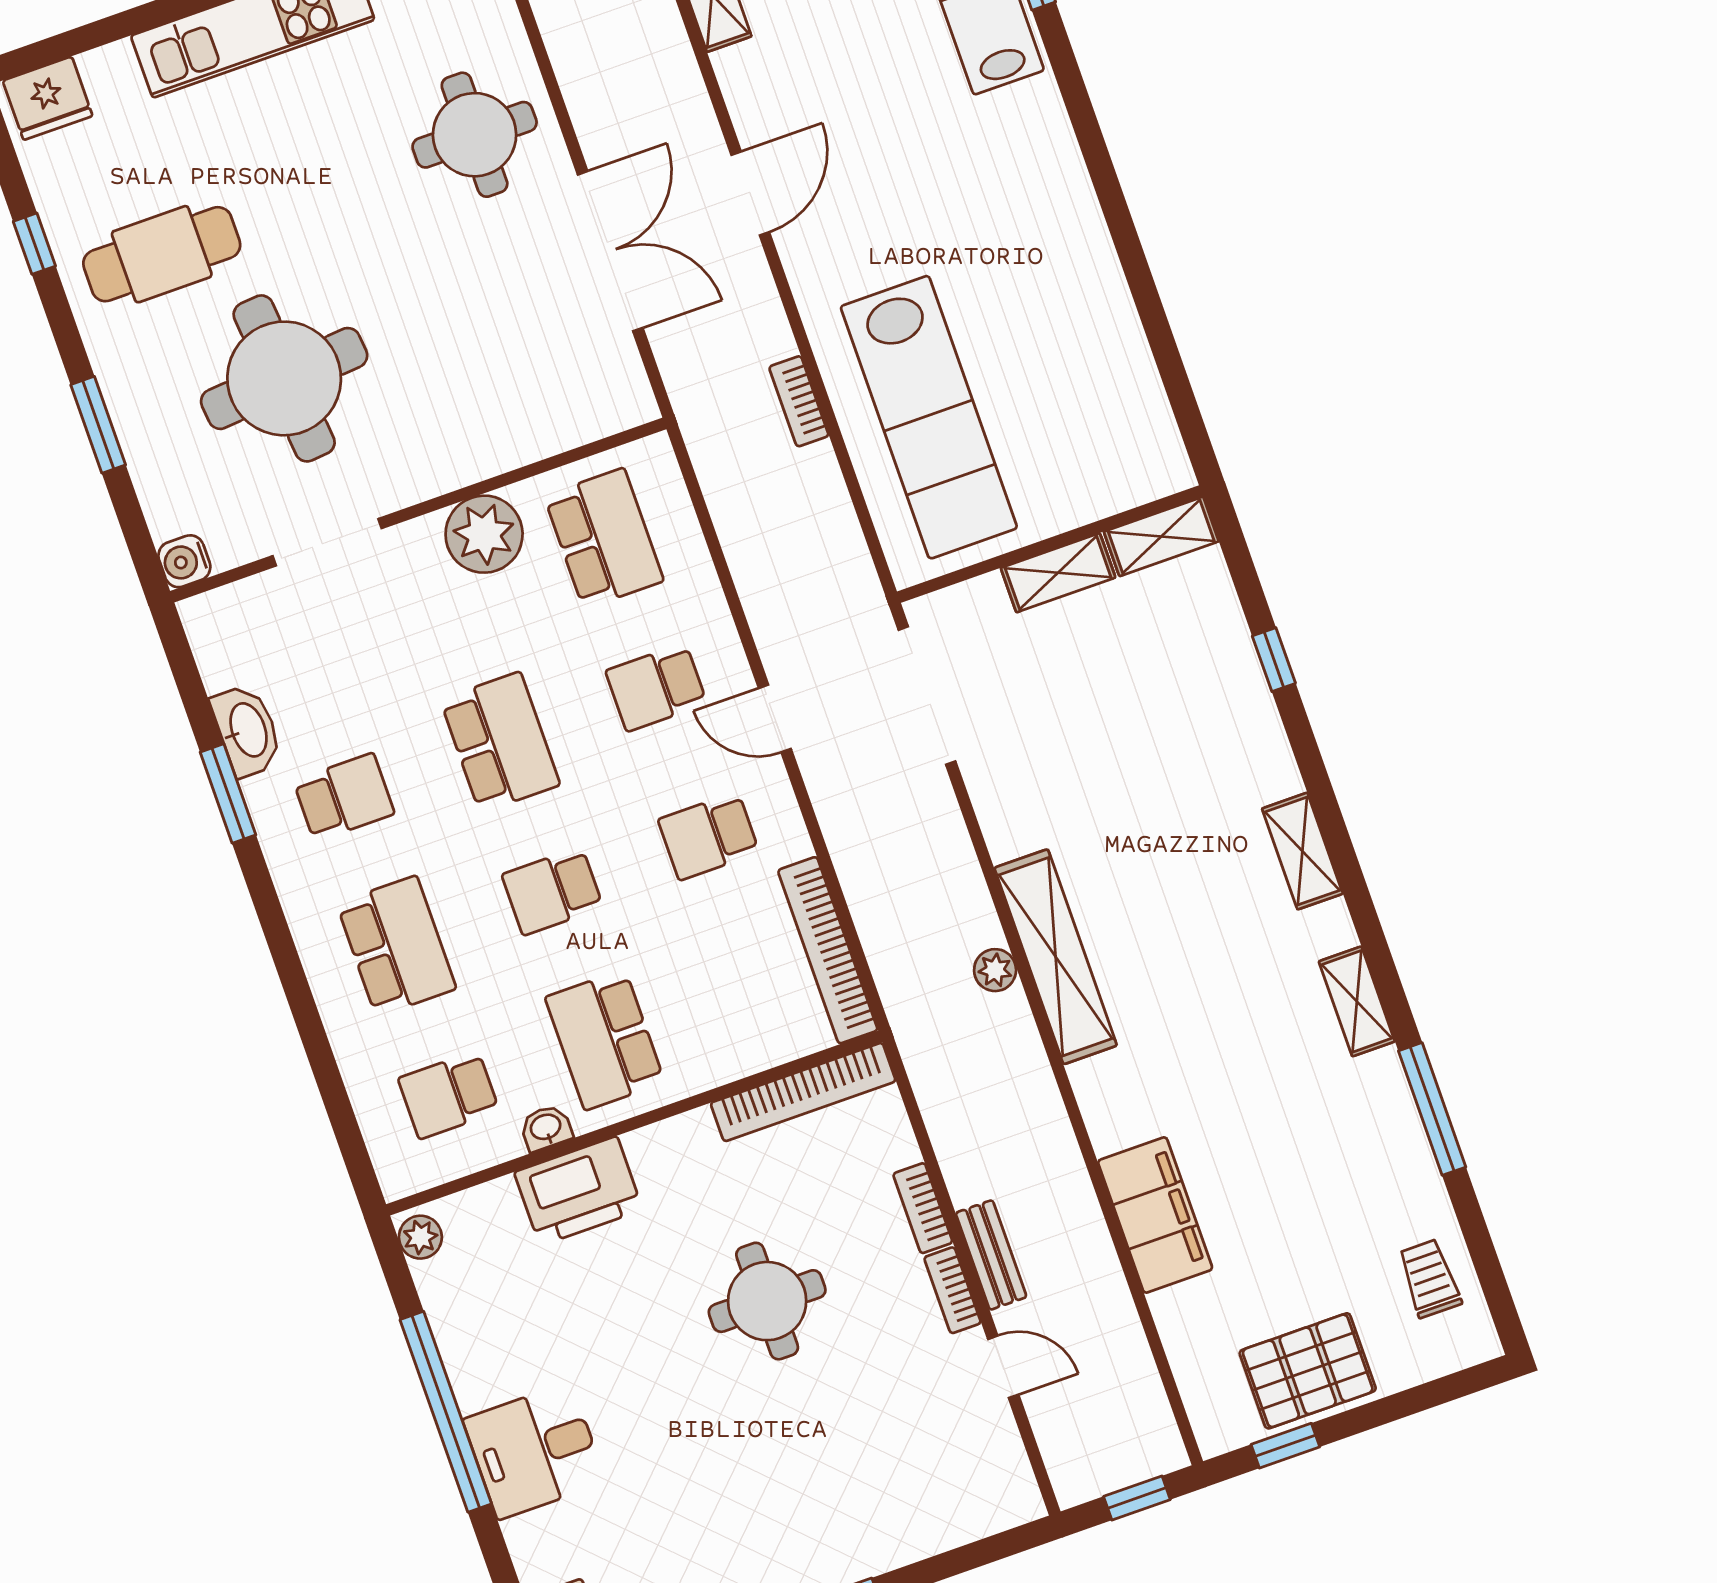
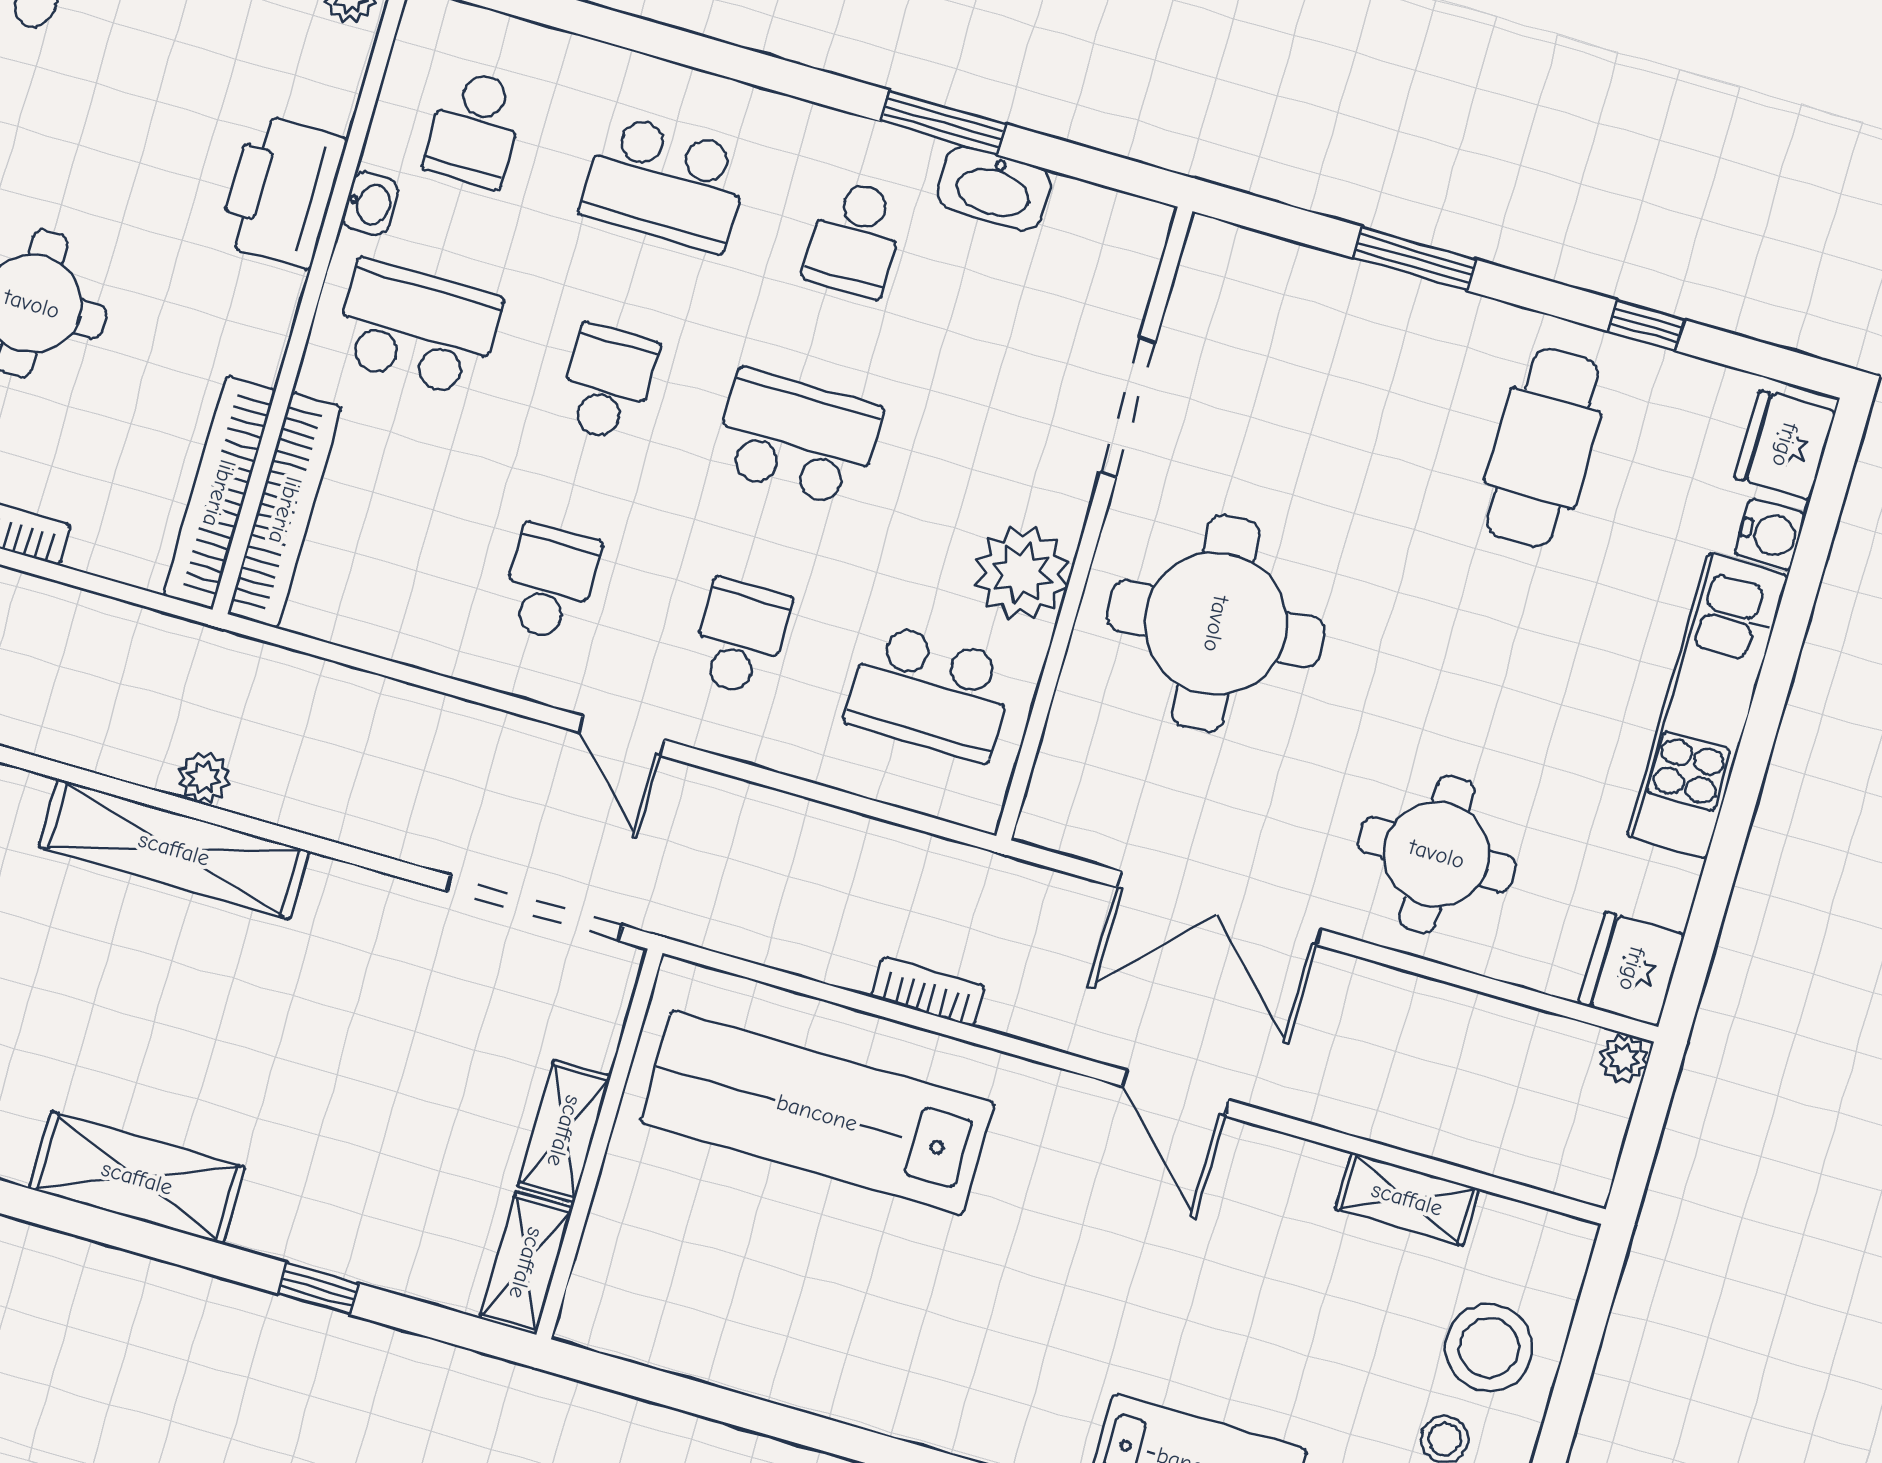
round table: (284, 378) -> (1216, 624), moved
water cooler: (184, 561) -> (1770, 534), moved, turned 90
door: (775, 718) -> (622, 736), swing flipped
school desk: (500, 742) -> (798, 438), turned 180
shelving: (1302, 851) -> (137, 1178), width x1.50, depth x1.33
bookcase: (828, 950) -> (285, 510), moved, turned 90
school desk: (449, 1095) -> (475, 129), turned 180

